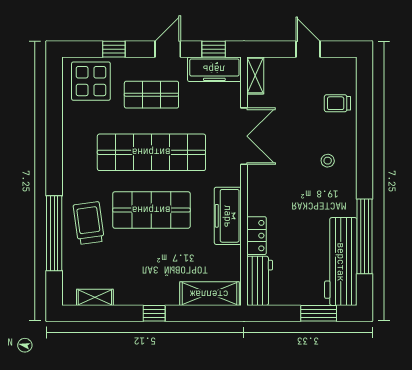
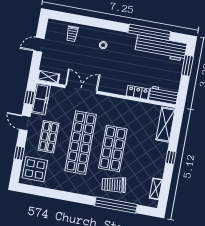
freezer: (228, 216) -> (124, 106), removed

